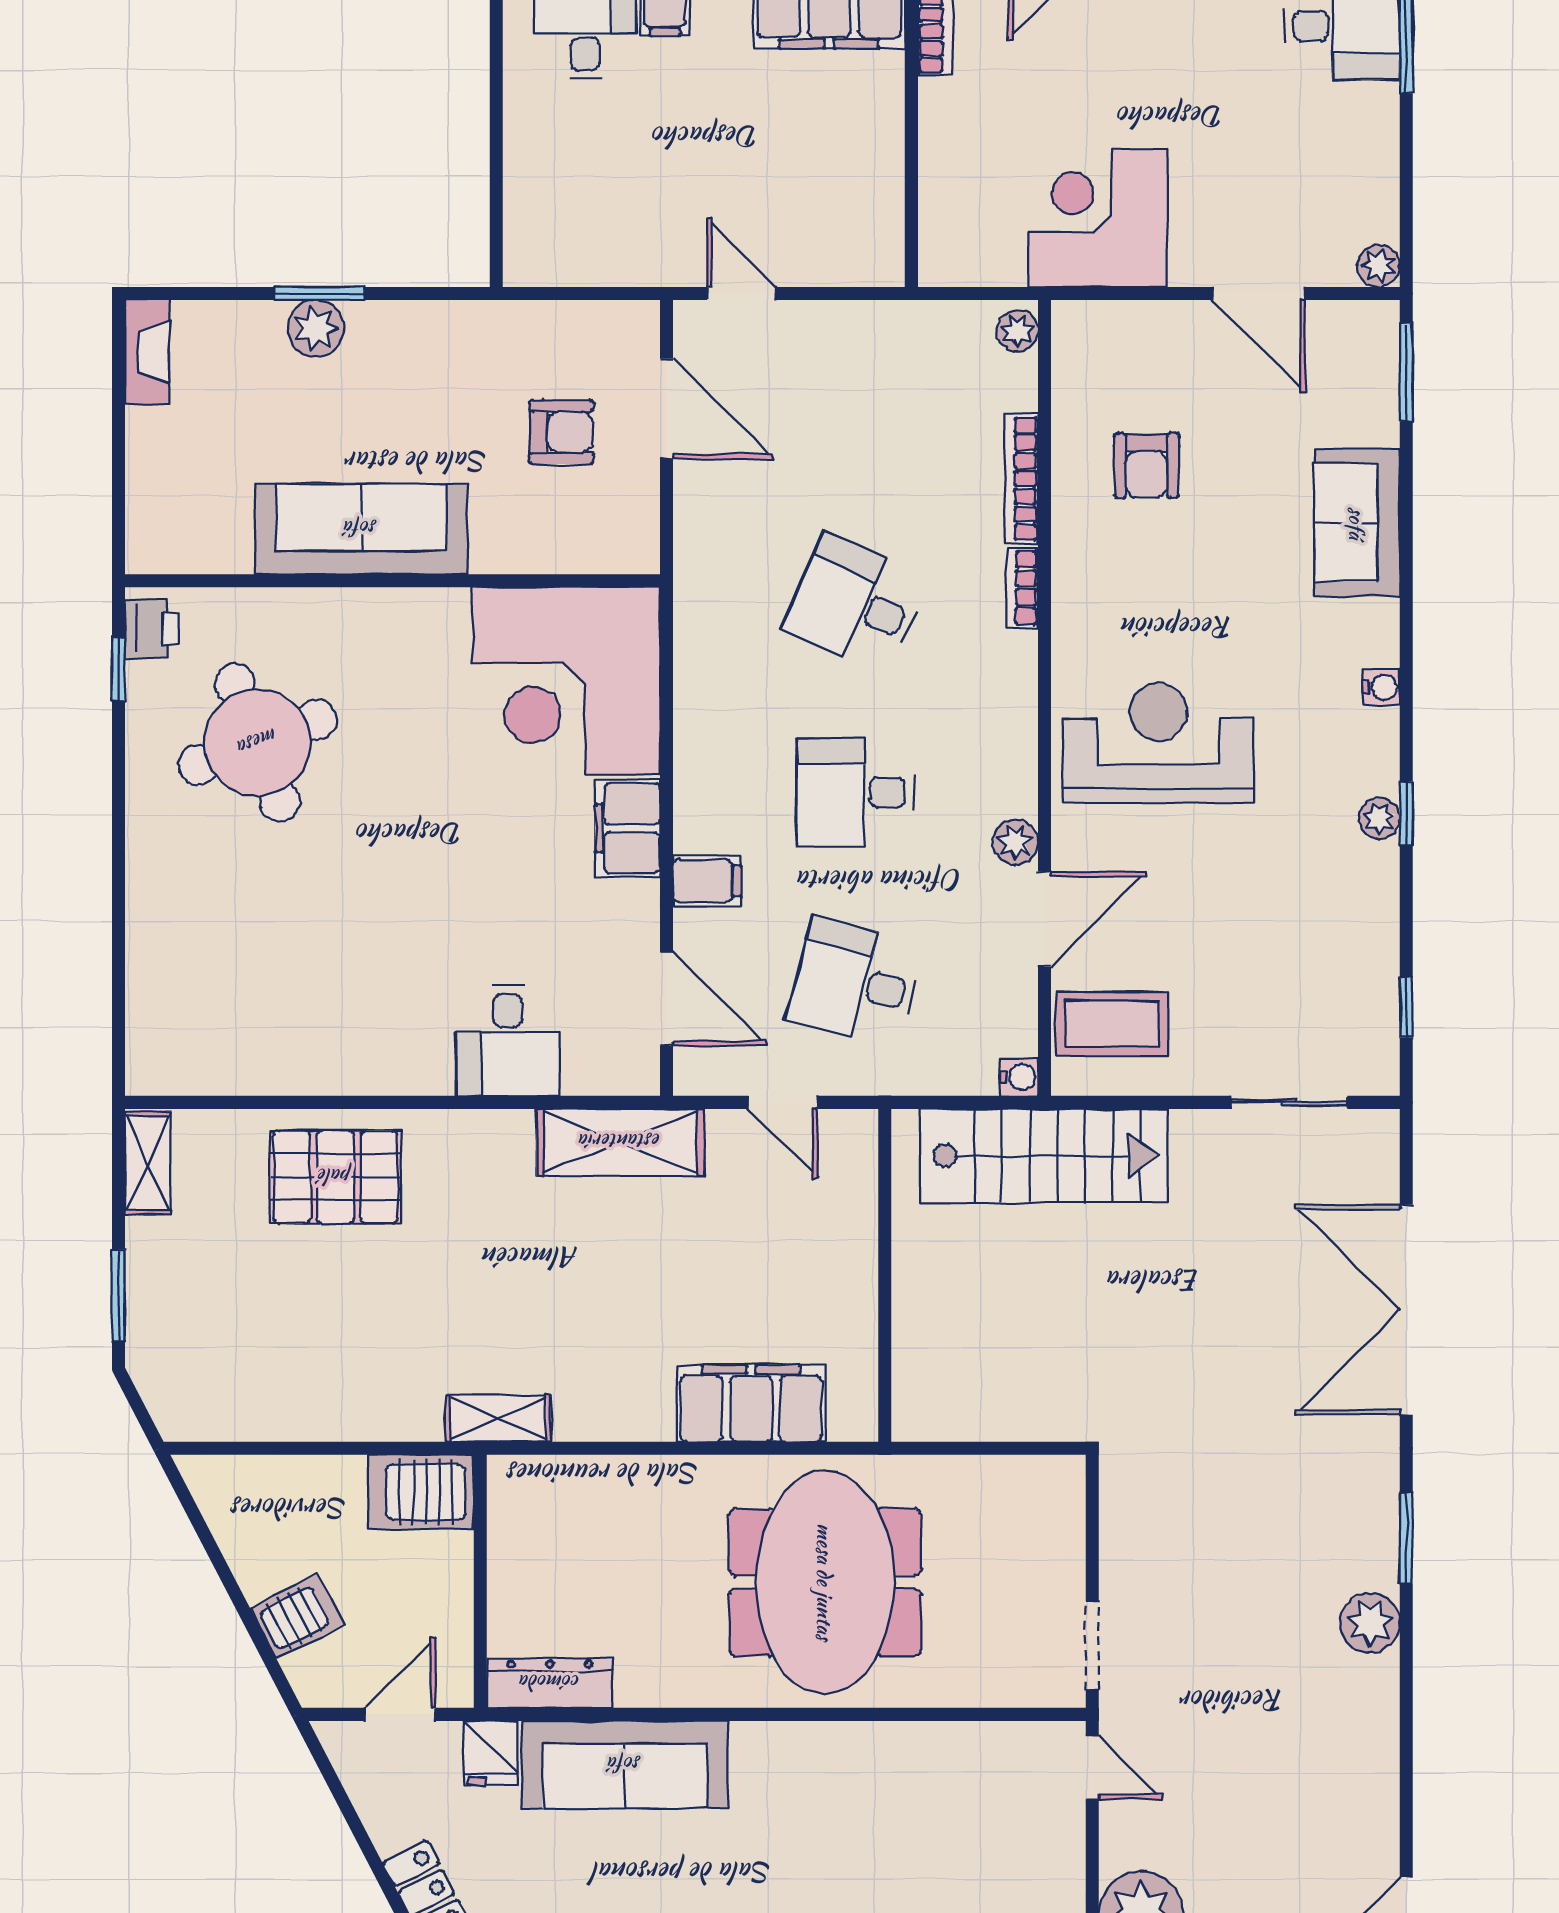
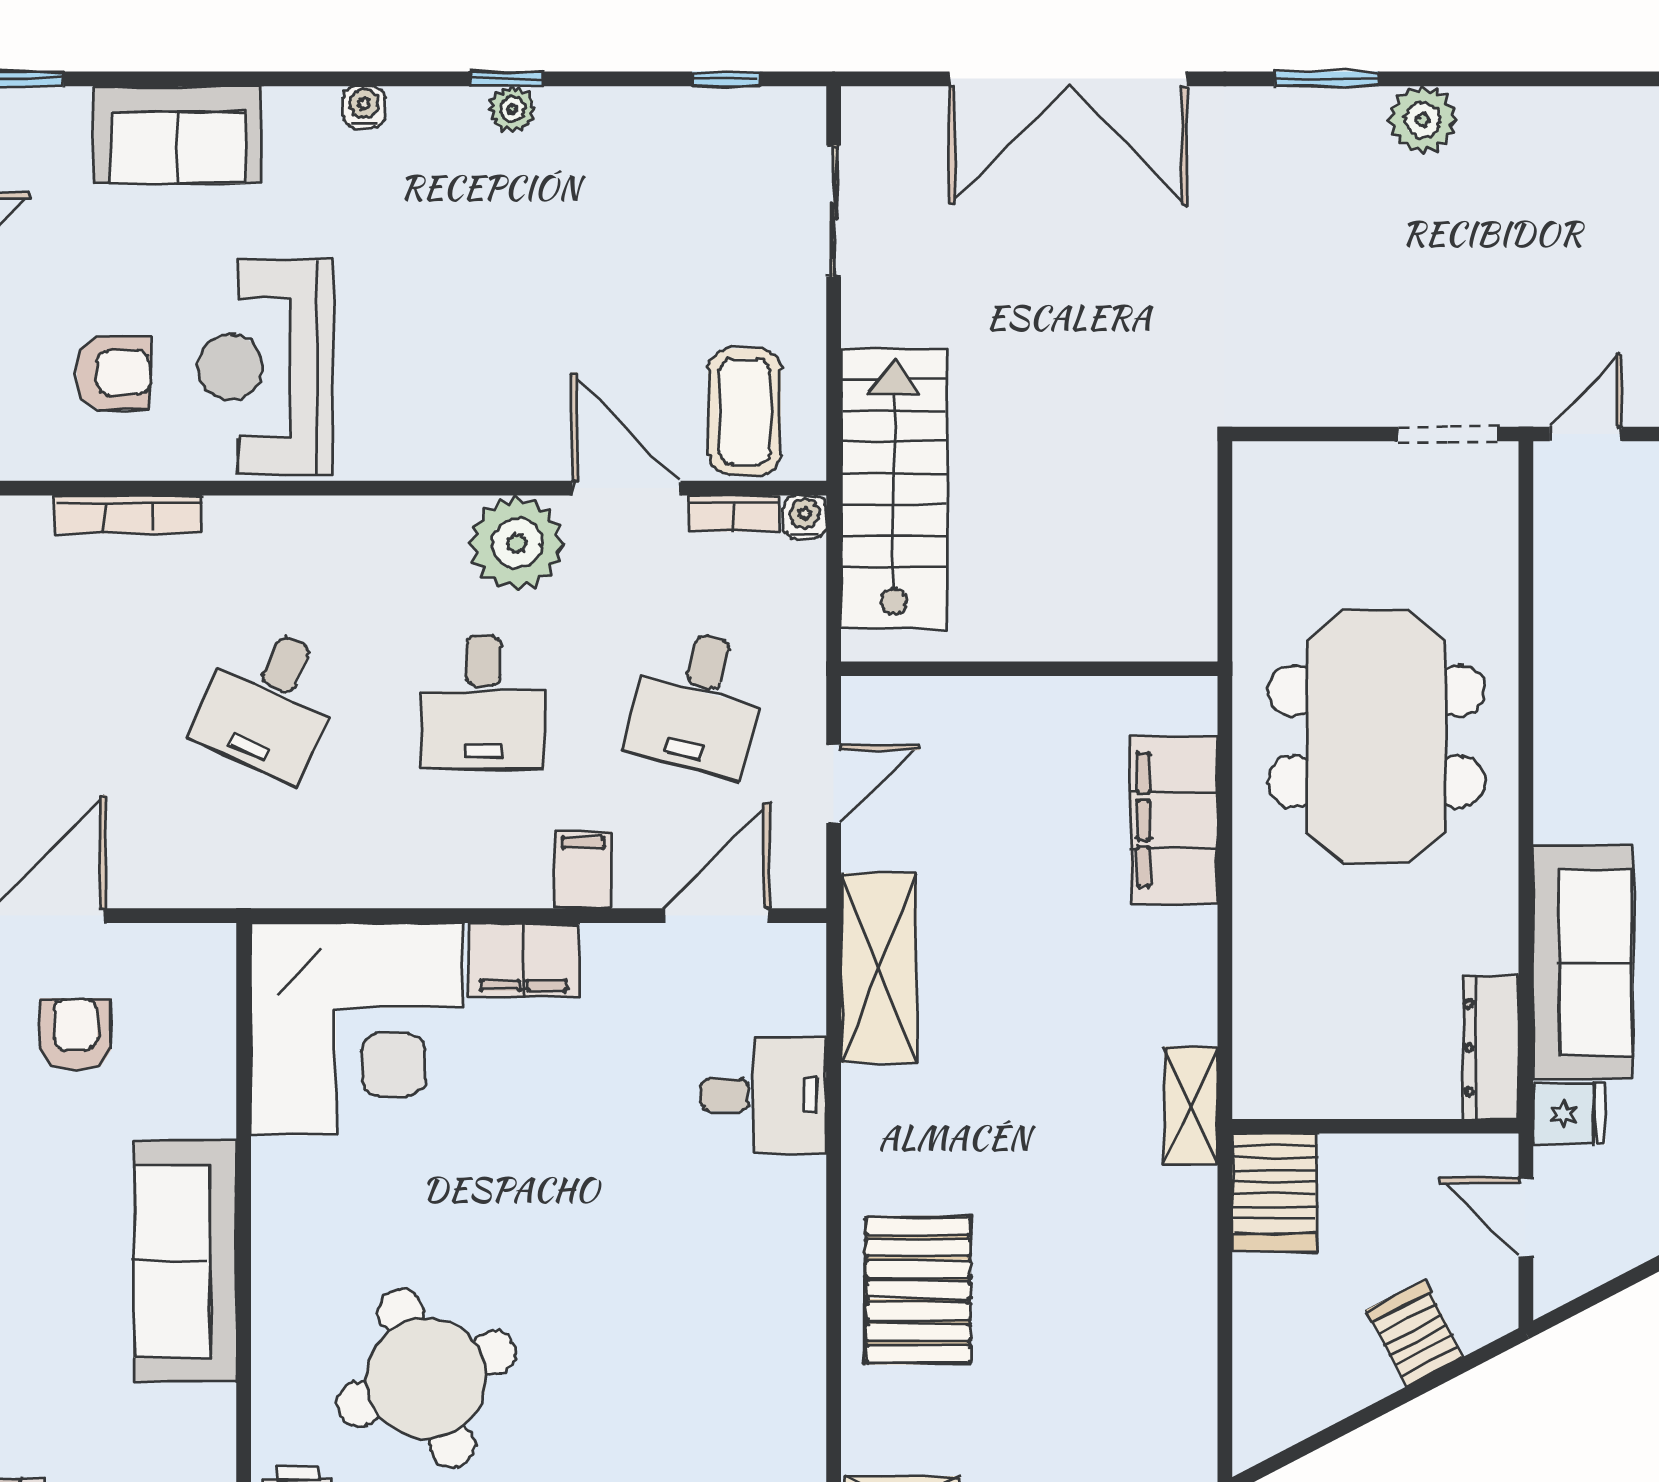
bookcase: (1022, 588) -> (734, 513), moved
reception desk: (1158, 743) -> (265, 367), moved
plant: (1015, 842) -> (517, 543), width x1.87, depth x1.87
meeting table: (825, 1582) -> (1376, 736), turned 90

